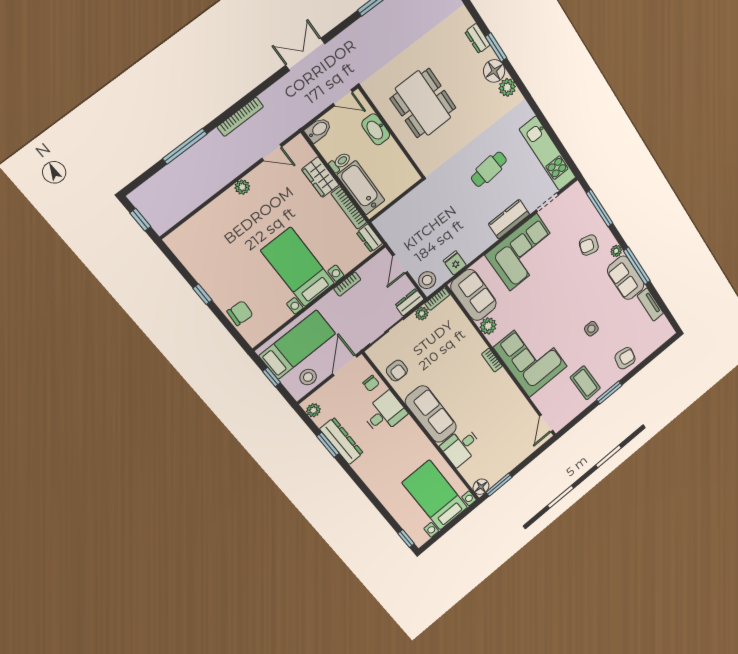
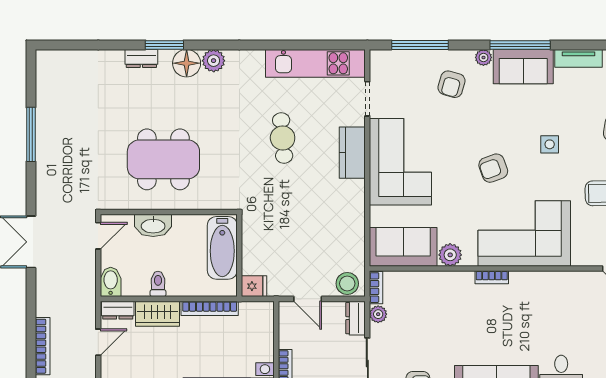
bathtub: (361, 188) -> (222, 248), moved, turned -90
dresser: (369, 238) -> (118, 310), moved
fridge: (455, 263) -> (254, 286), moved, turned 180
armchair: (556, 309) -> (493, 168), added

